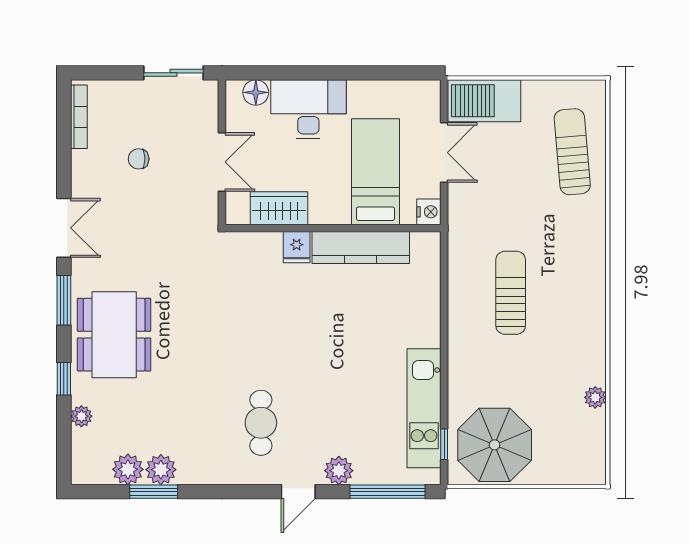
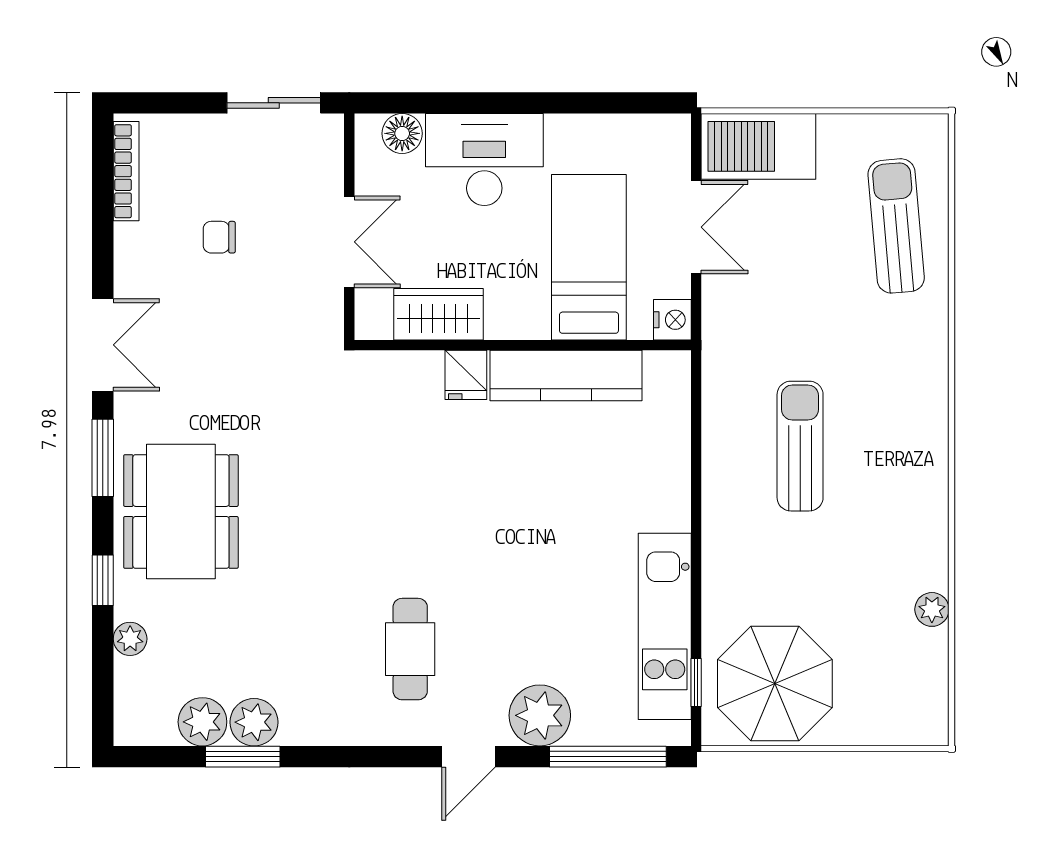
plant: (339, 471) -> (540, 715), width x1.36, depth x1.36

